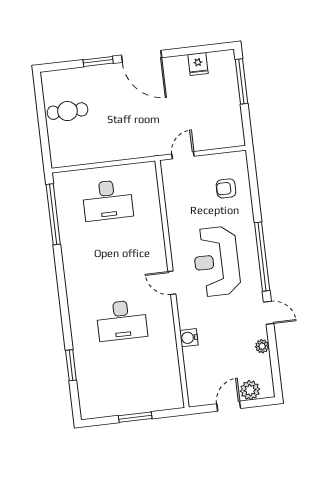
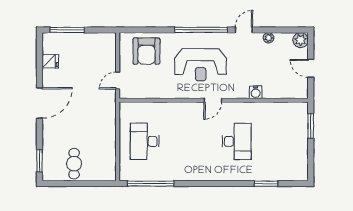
window: (98, 61) -> (39, 161), moved
door: (183, 155) -> (118, 81), hinge flipped
armchair: (226, 188) -> (146, 51), width x1.88, depth x1.88
desk: (108, 200) -> (145, 141), turned 180
plant: (250, 390) -> (301, 40), moved
window: (135, 417) -> (311, 126), moved

